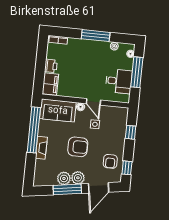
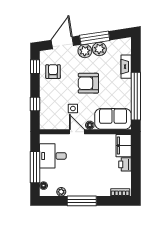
fireplace: (41, 148) -> (126, 67), moved

